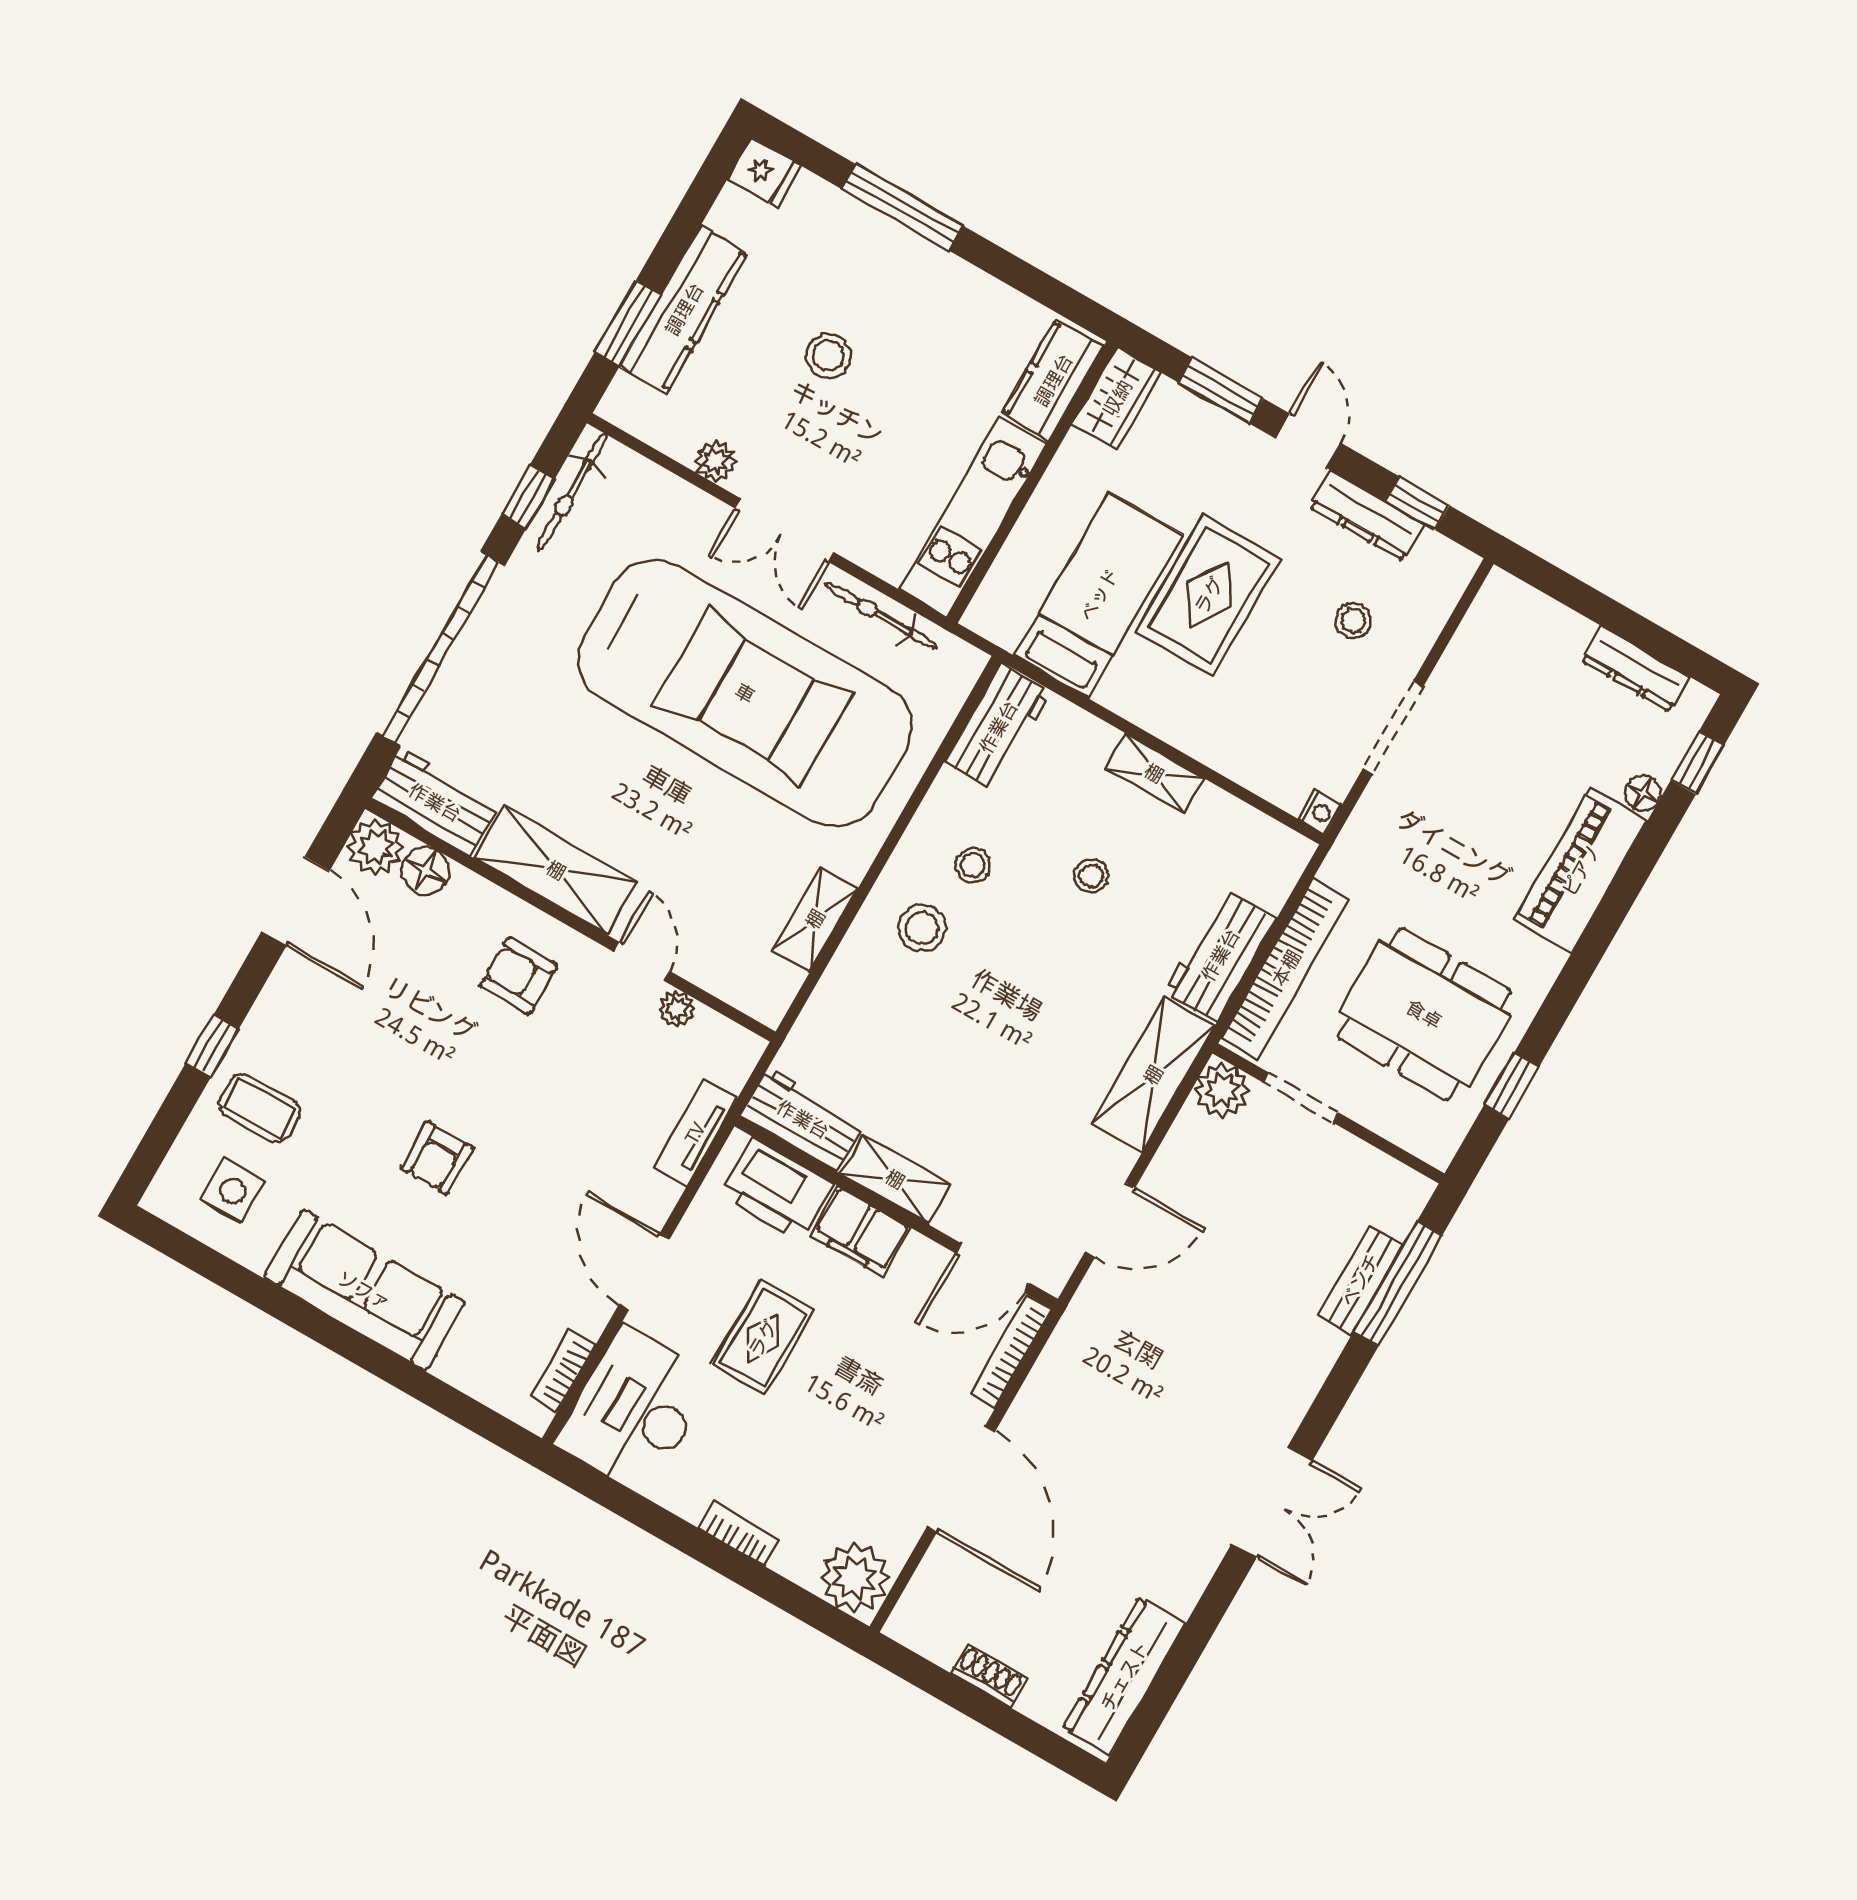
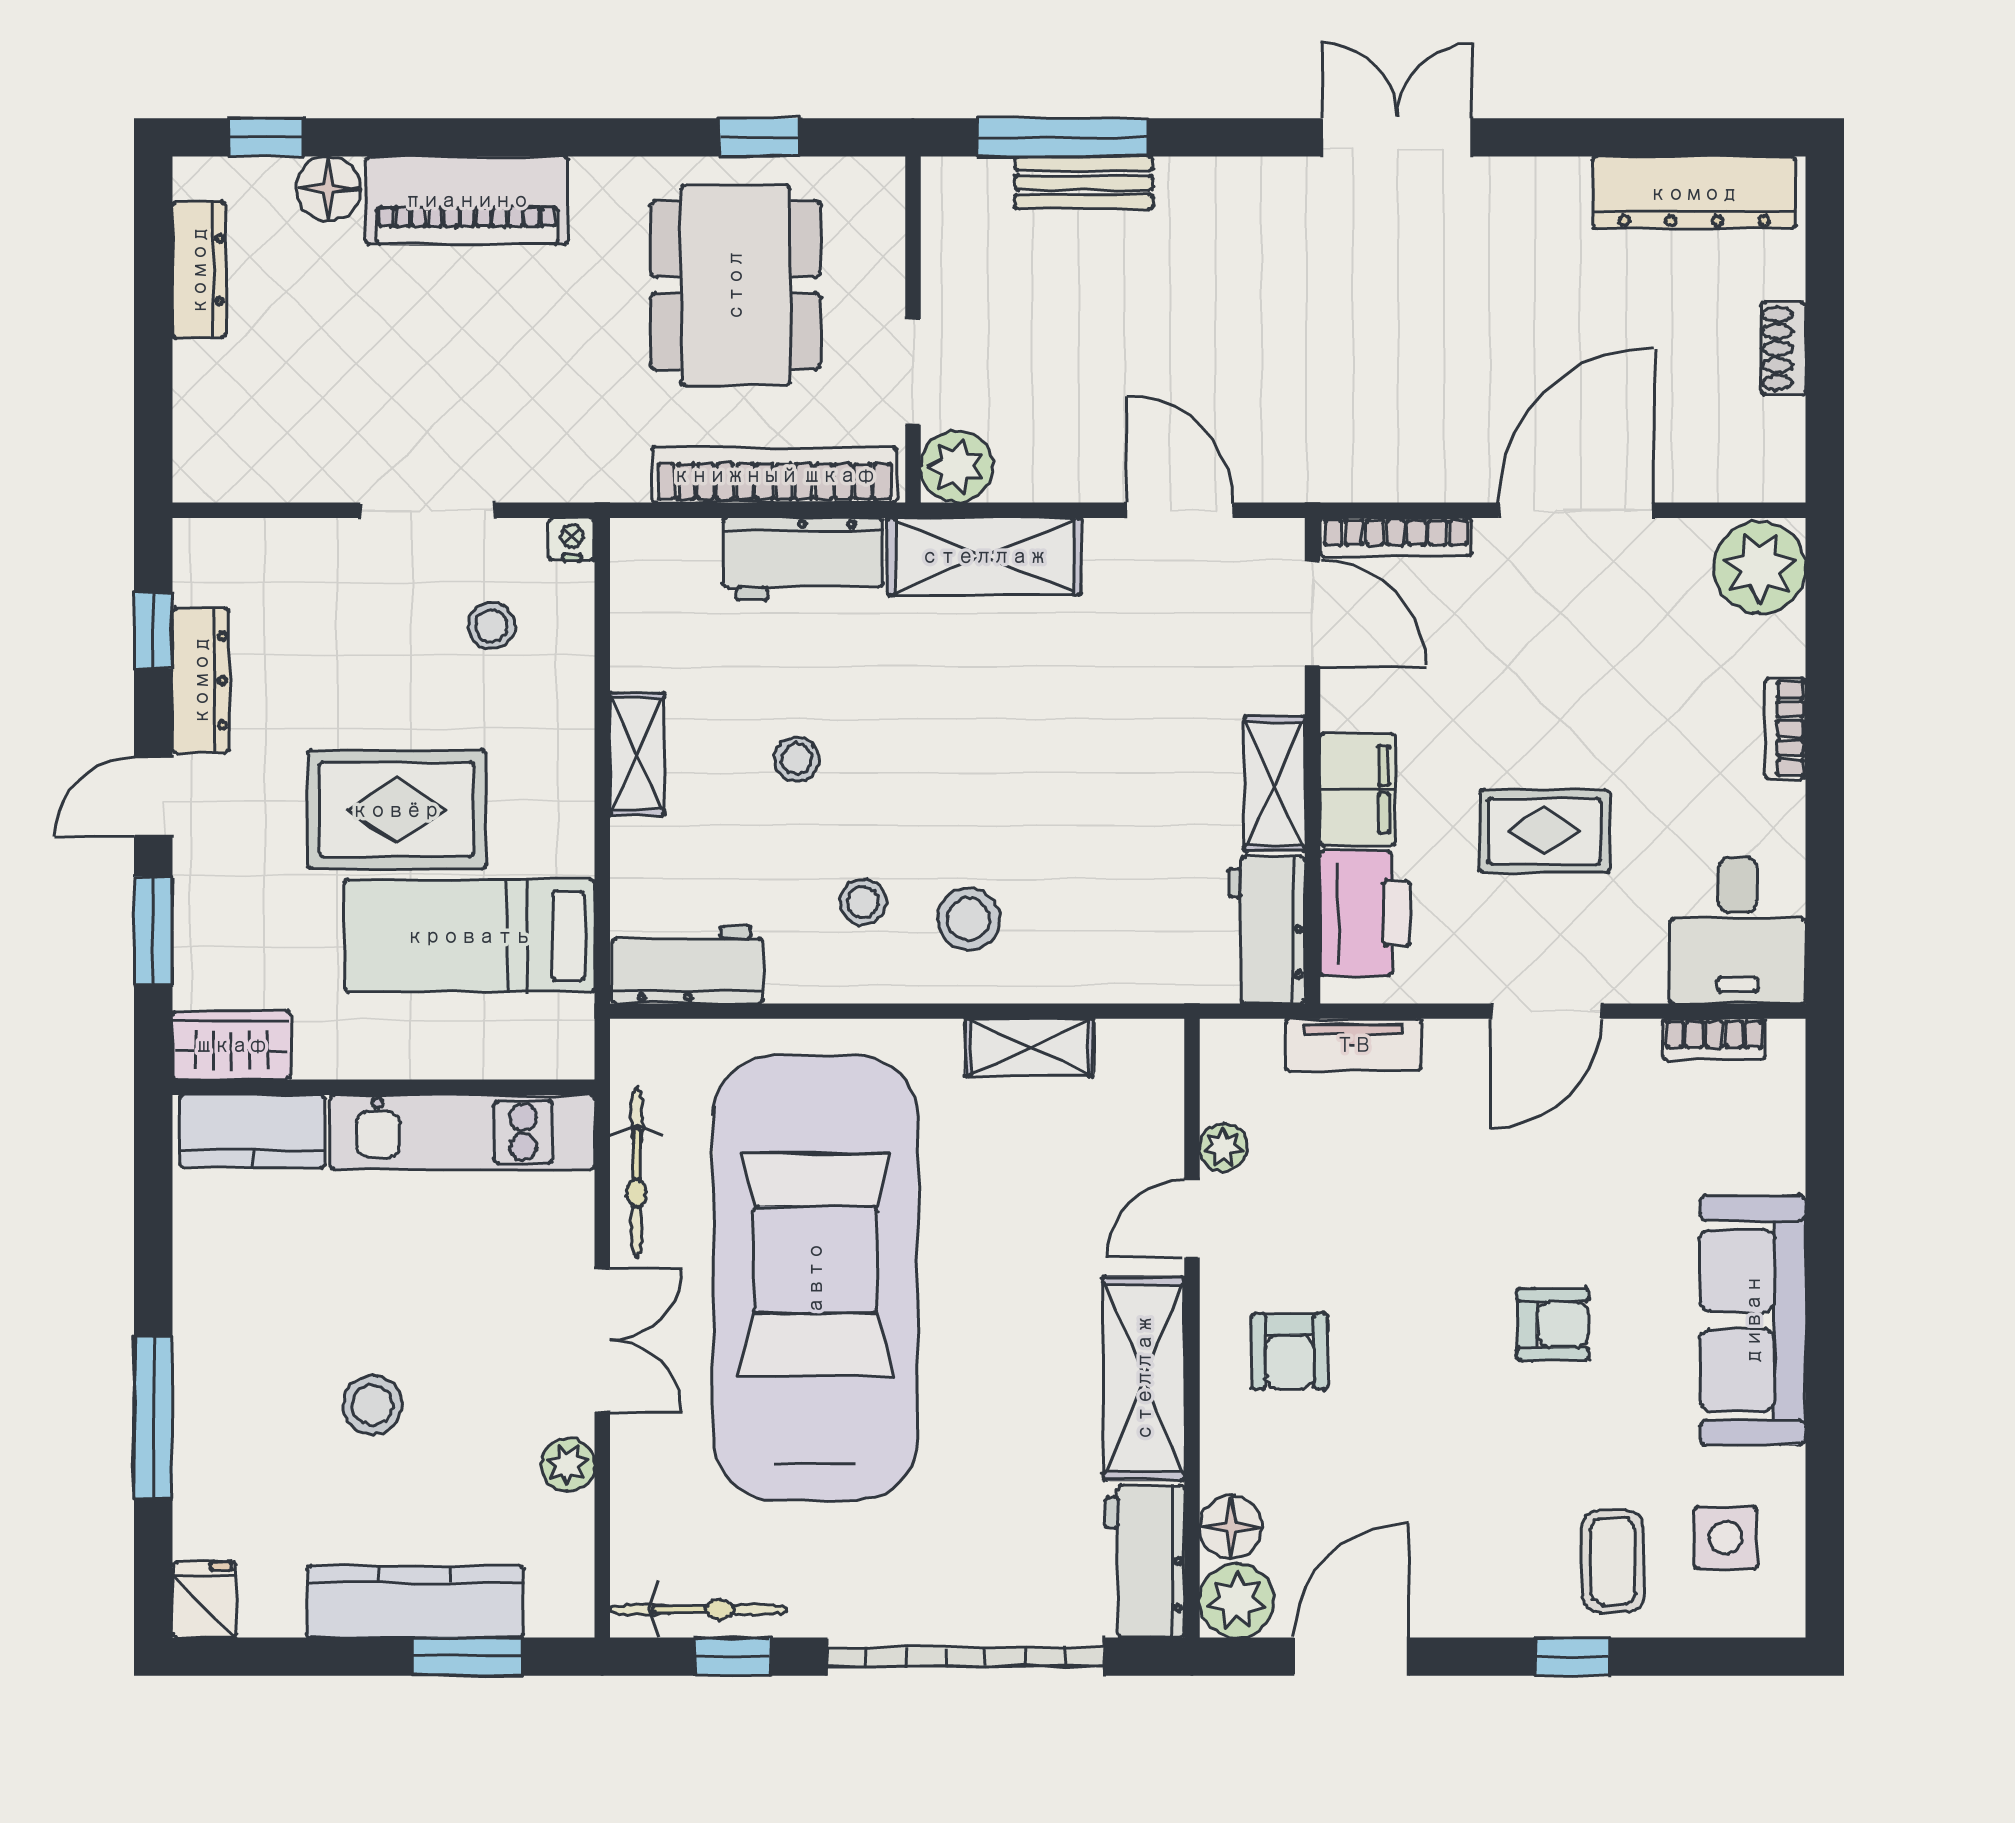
stool: (1353, 621) -> (492, 626), moved
floor lamp: (1643, 793) -> (329, 189), width x1.37, depth x1.37
desk: (635, 1410) -> (1738, 930), width x0.73

